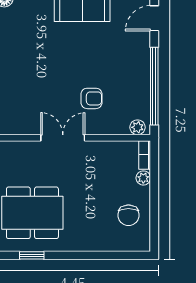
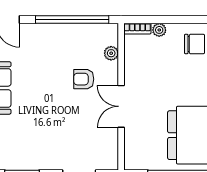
armchair: (91, 98) -> (84, 79), turned -90
plant: (137, 127) -> (111, 53), moved

